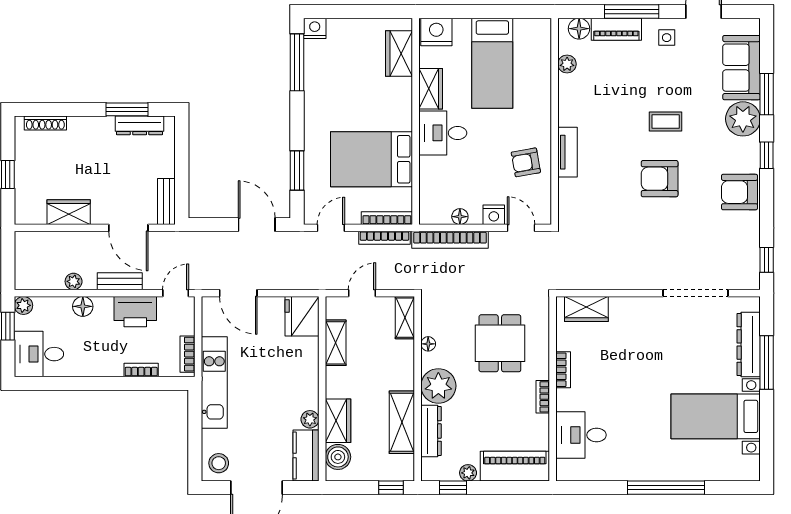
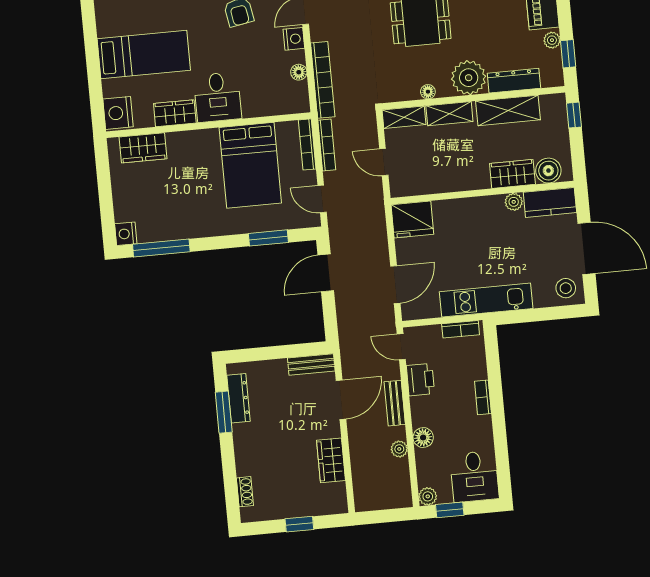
shoe rack: (45, 123) -> (245, 492), width x0.70
printer: (135, 312) -> (420, 380), width x0.73, depth x0.84
shelving: (336, 343) -> (449, 114), moved
bookcase: (141, 370) -> (483, 397), moved

